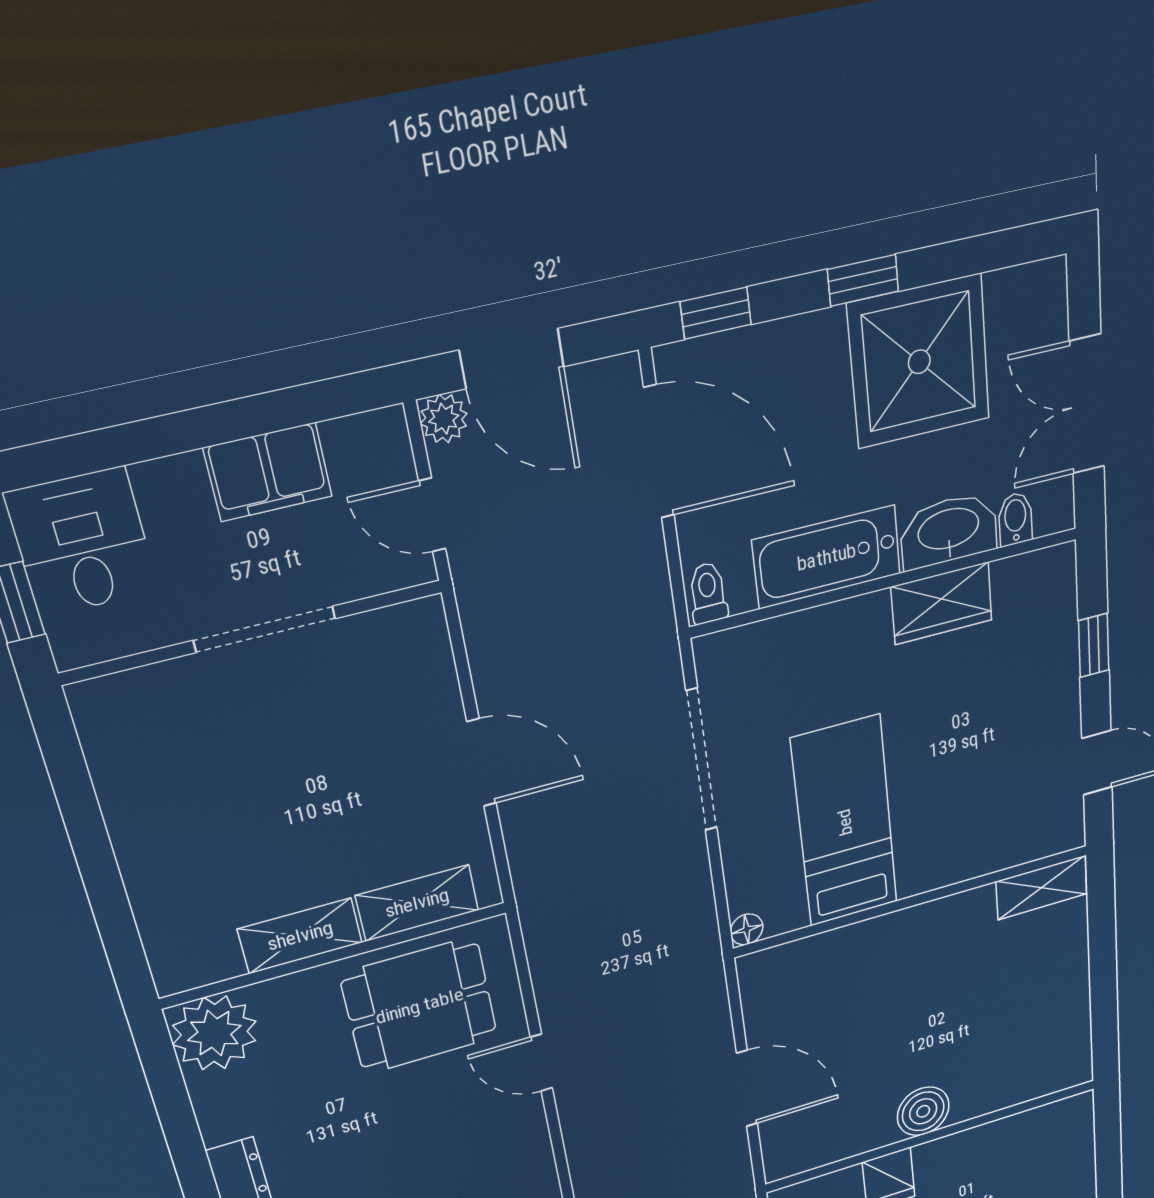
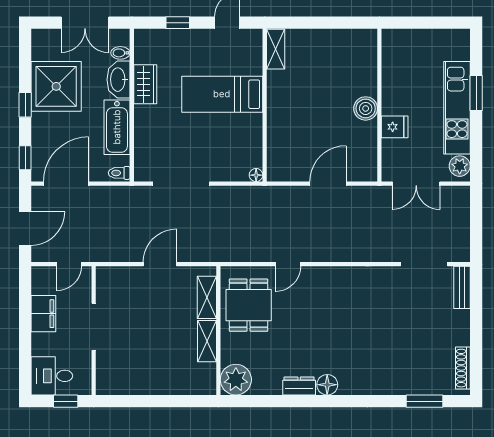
plant: (444, 419) -> (39, 254), removed
bed: (845, 822) -> (222, 94), moved

